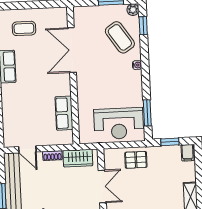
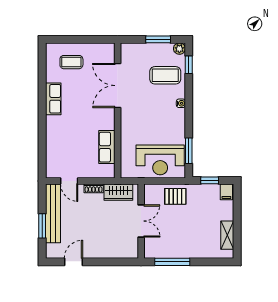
coffee table: (120, 37) -> (165, 75), turned -56

